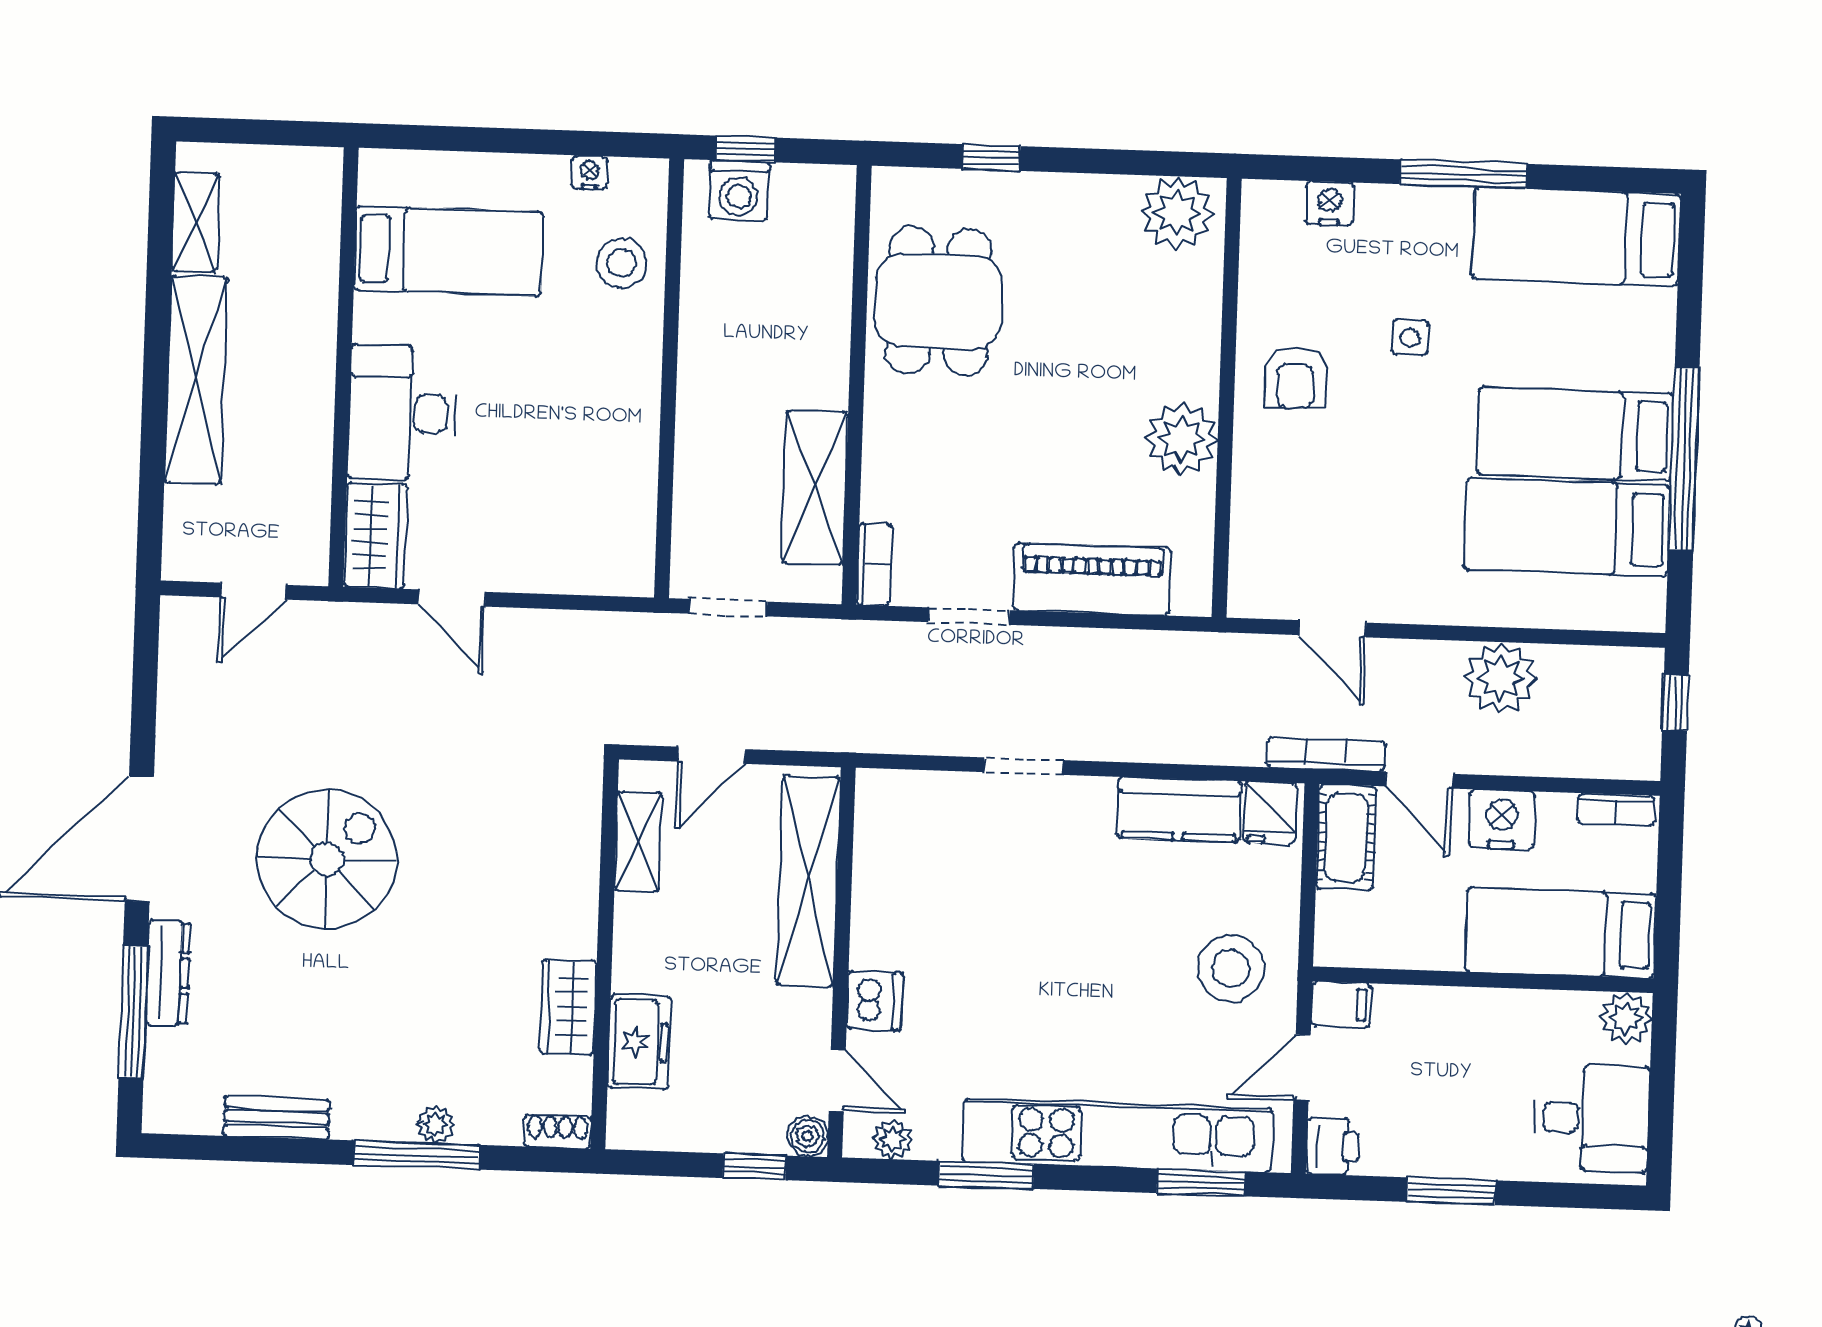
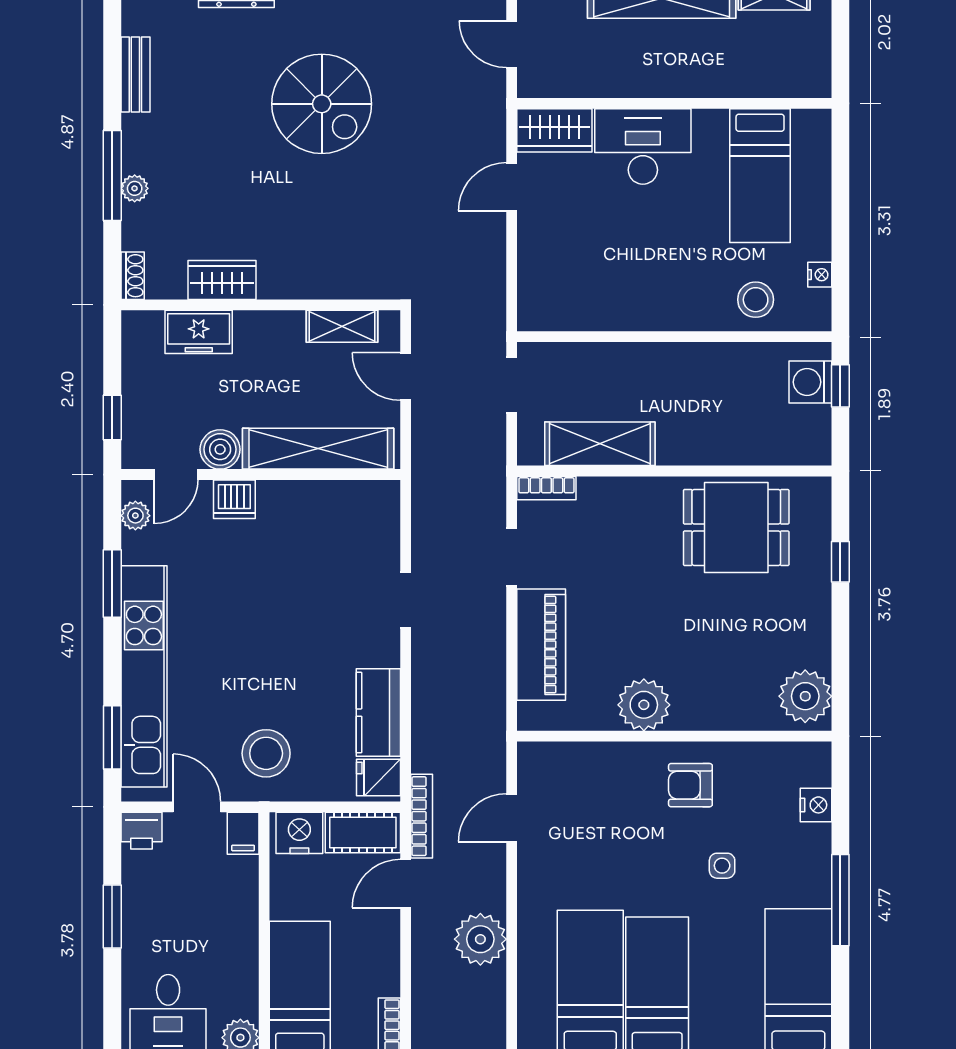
nightstand: (1502, 819) -> (299, 833), moved, turned -90
boiler: (808, 1136) -> (220, 449), moved, width x1.36, depth x1.36

